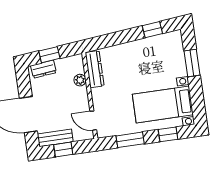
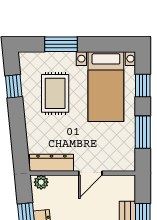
rug: (151, 64) -> (55, 93), added
plant: (80, 80) -> (41, 182), moved
door: (93, 121) -> (90, 173), moved

